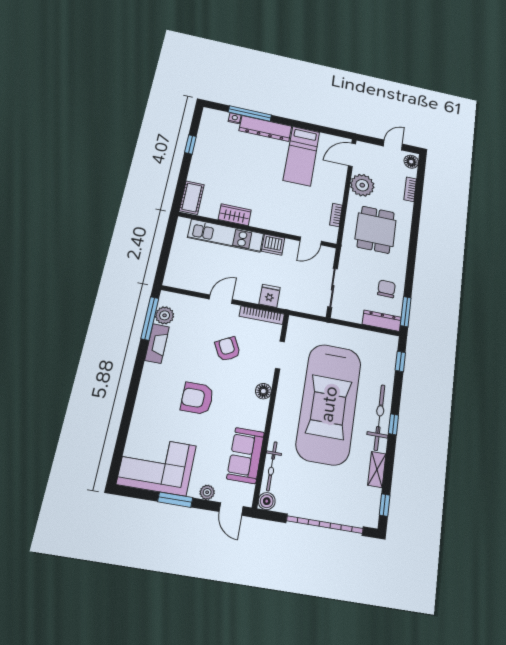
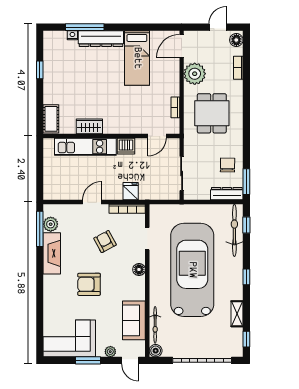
fireplace: (157, 344) -> (52, 253), width x1.37, depth x1.32
car: (329, 404) -> (192, 270), turned 180
bicycle: (379, 417) -> (234, 230), moved

